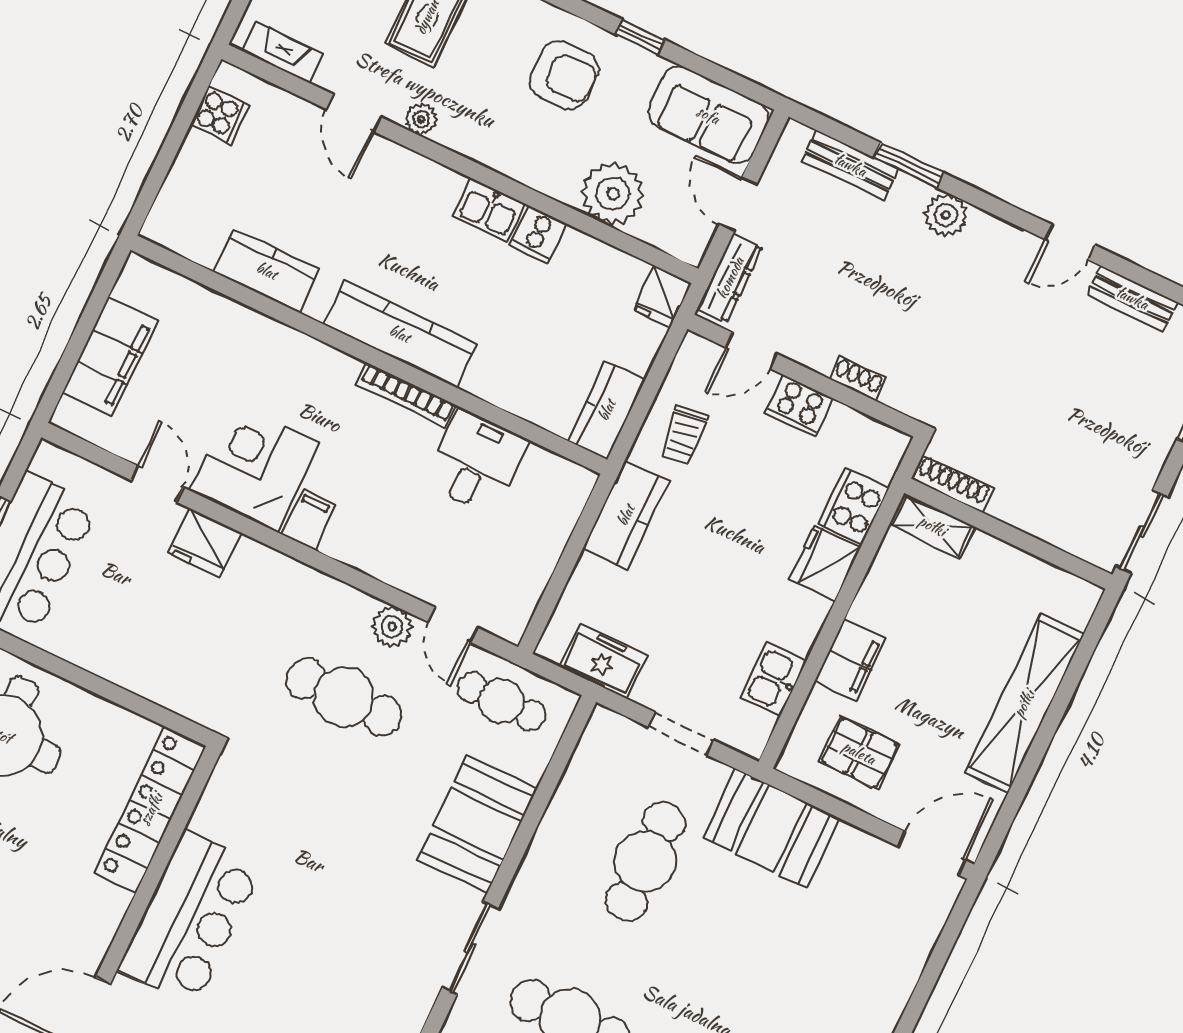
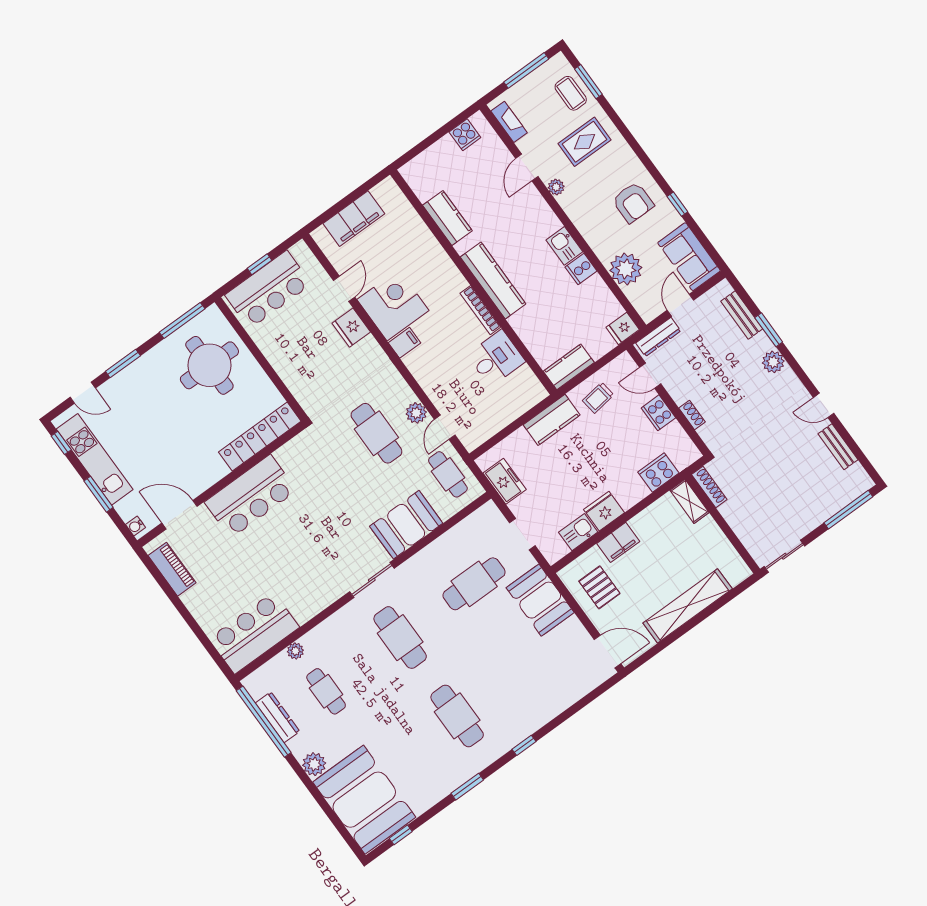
fridge: (825, 563) -> (604, 511), moved

